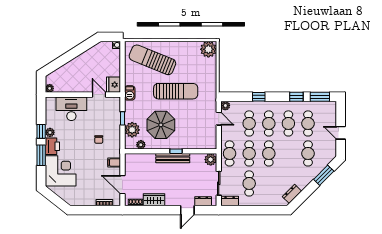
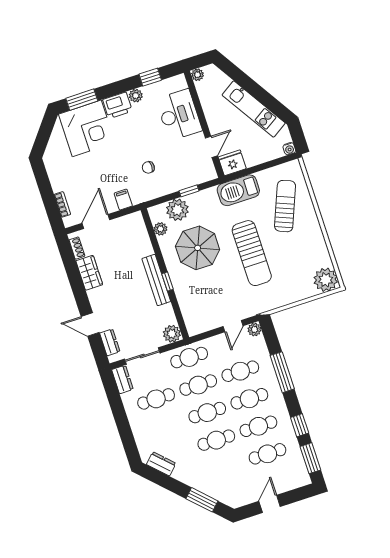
kitchen unit: (83, 59) -> (254, 109), added
sun lounger: (152, 60) -> (285, 206), width x0.73, depth x0.75
barbecue: (130, 93) -> (238, 190), width x1.88, depth x1.53
window: (259, 97) -> (282, 372), width x2.17
window: (41, 131) -> (150, 77), moved
cafe table: (308, 153) -> (216, 440), moved
window: (41, 155) -> (82, 100), moved

